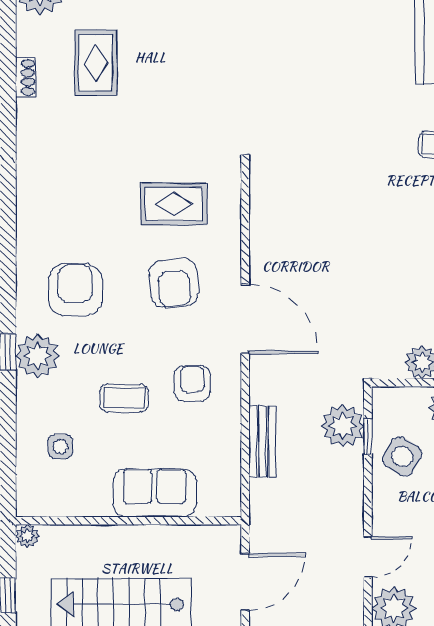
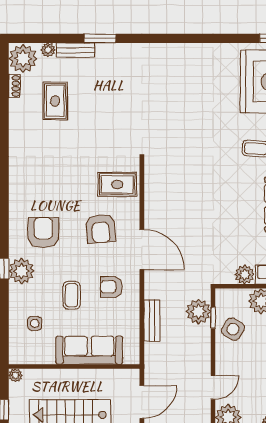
shoe rack: (25, 77) -> (14, 86), moved
rug: (174, 204) -> (117, 184), moved
armchair: (192, 383) -> (111, 287), turned -90
coffee table: (124, 398) -> (72, 295), turned 90
sofa: (154, 493) -> (89, 350), width x1.36

